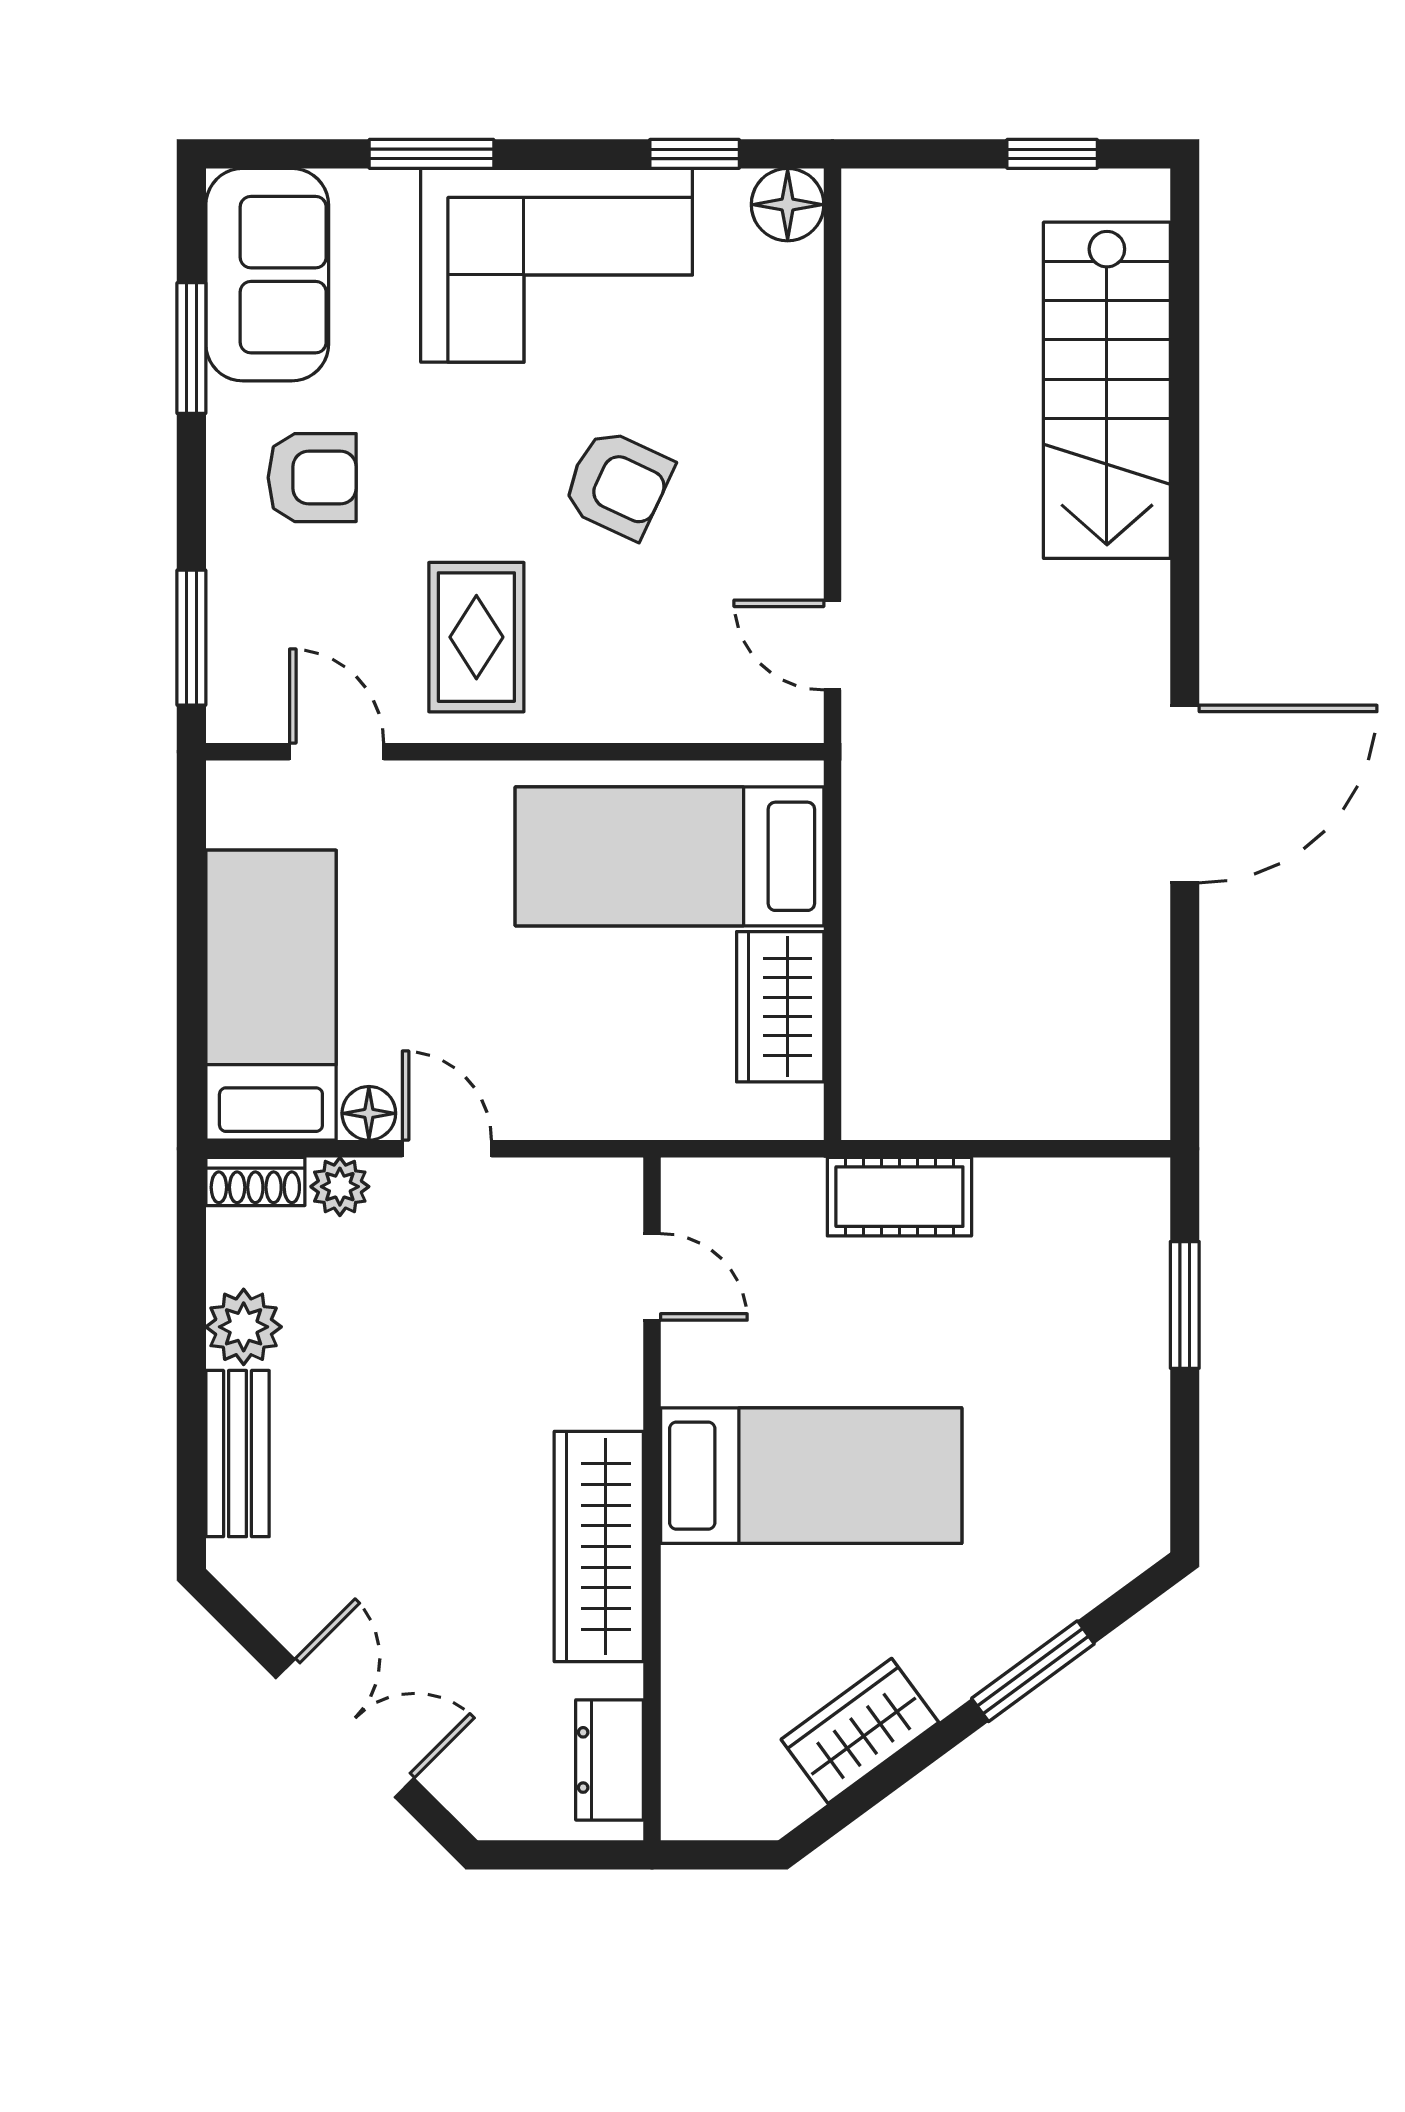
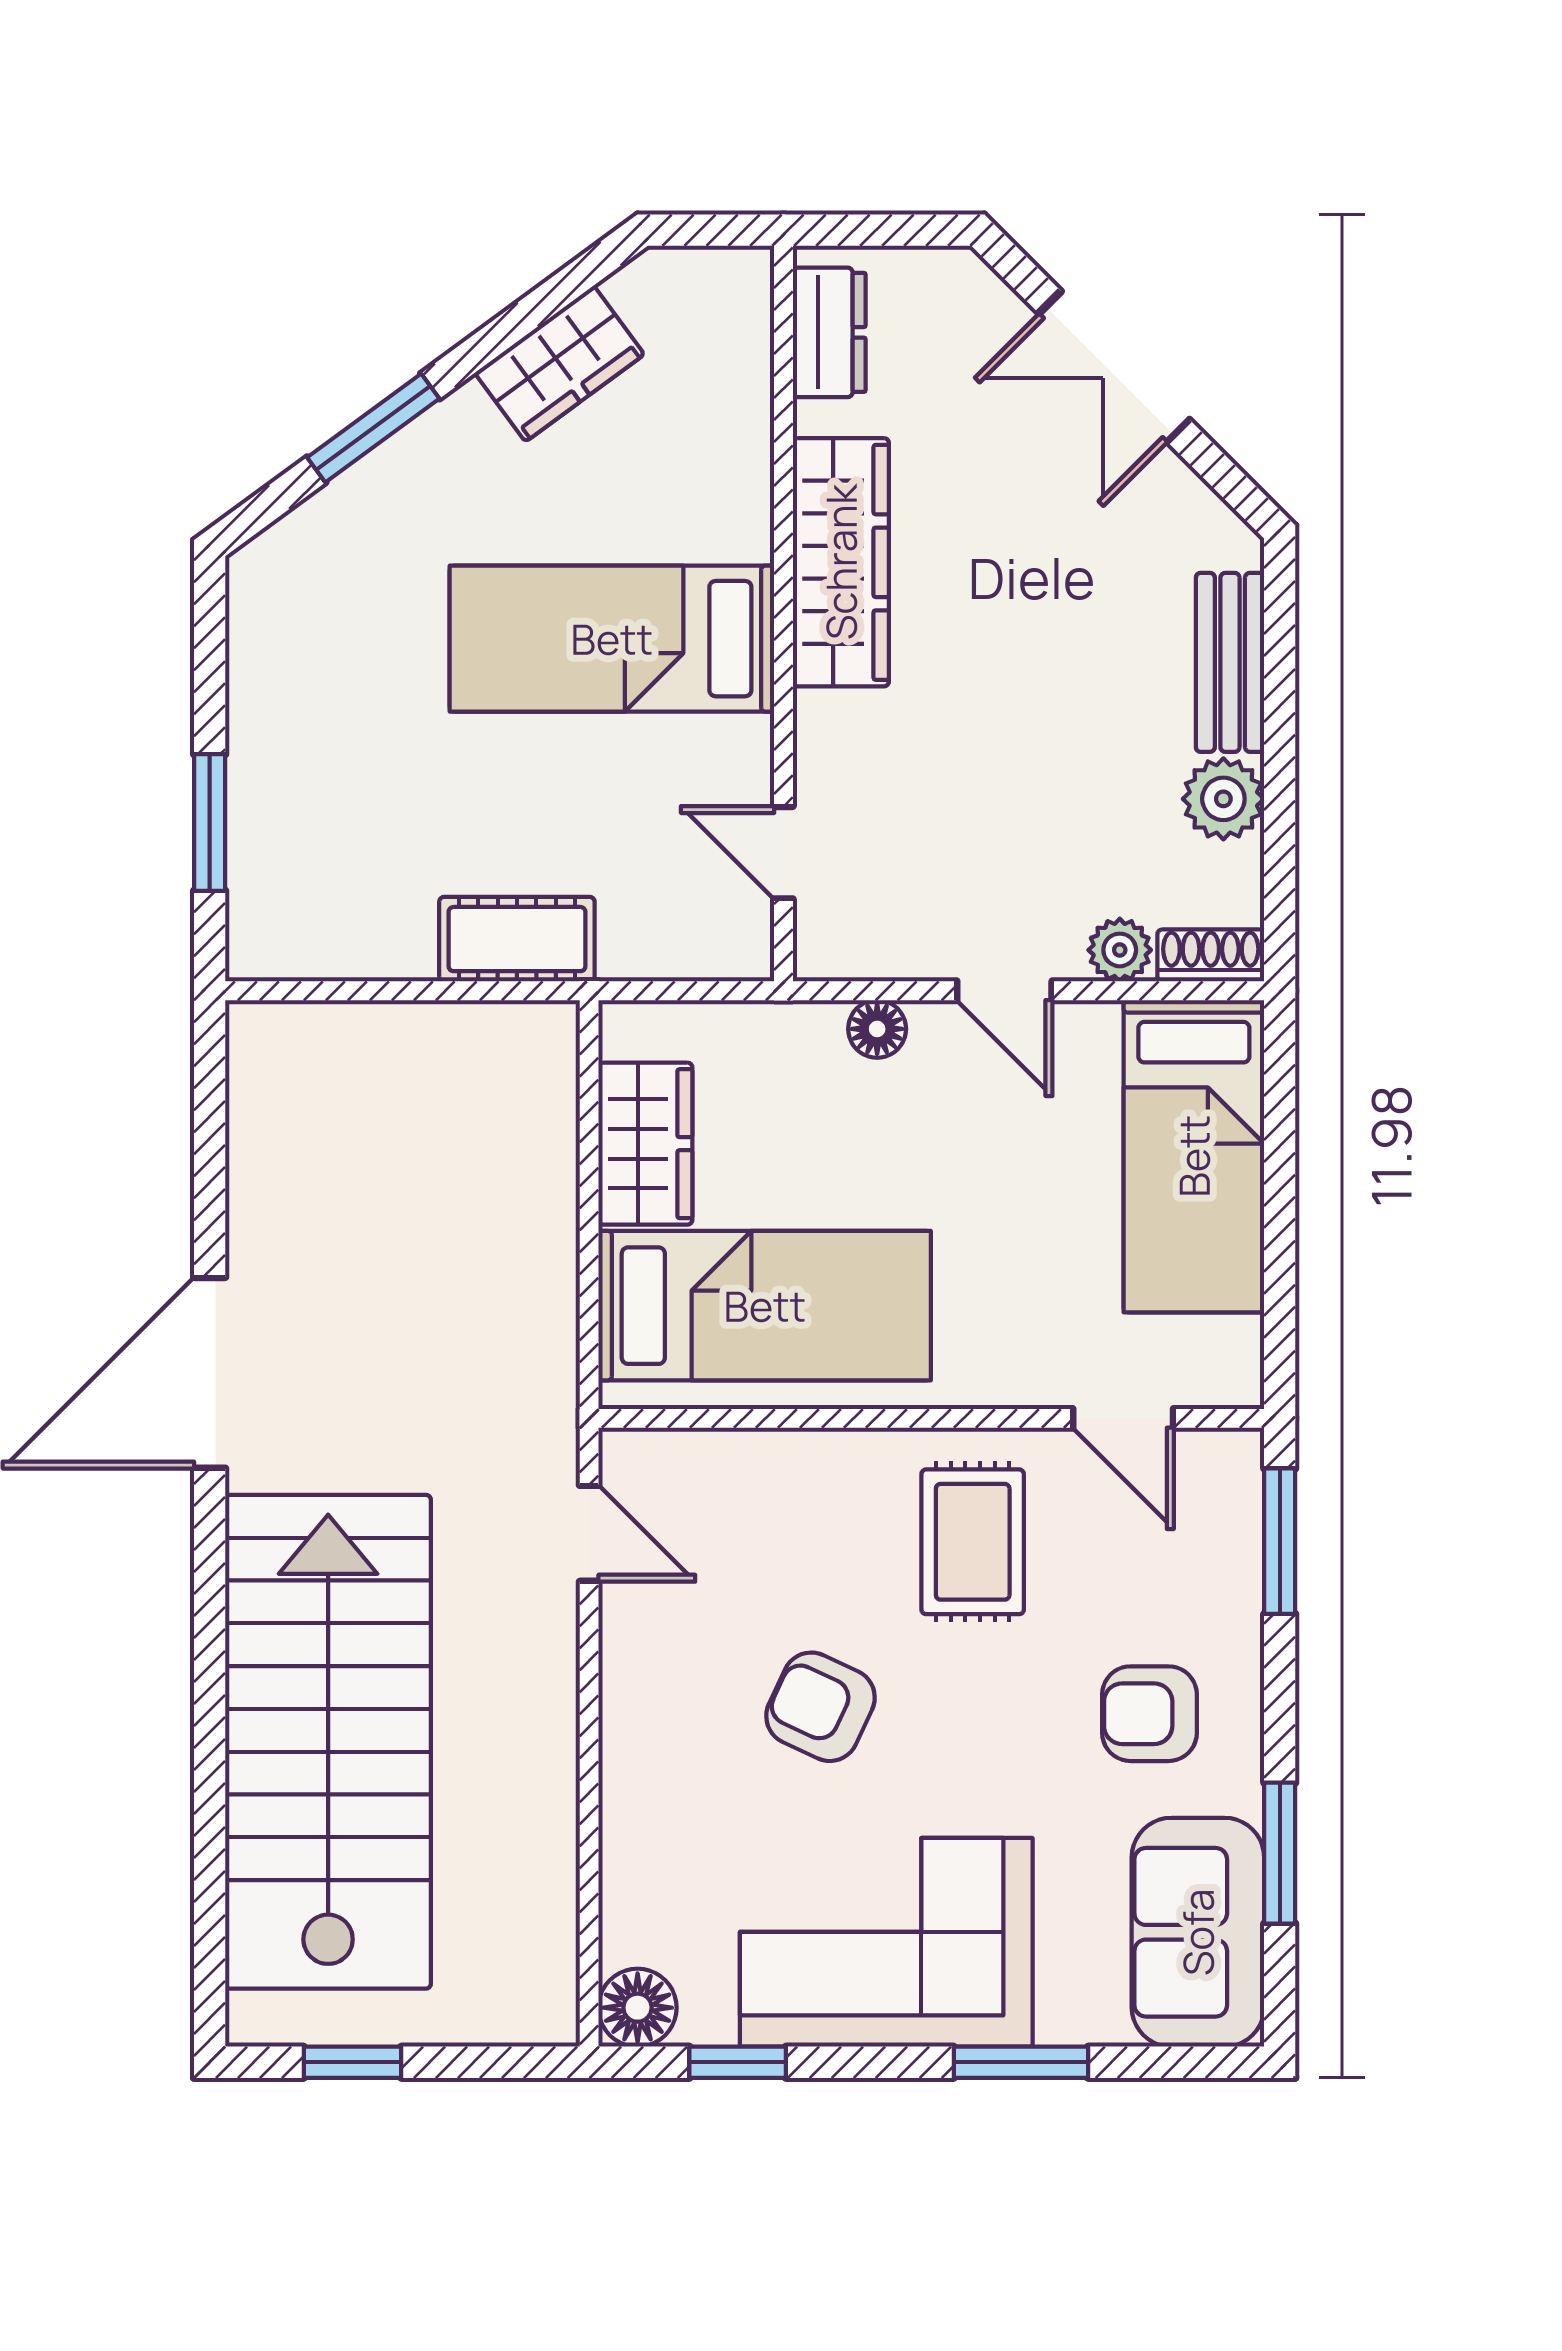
stairs: (1107, 390) -> (328, 1742), width x1.36, depth x1.51
floor lamp: (369, 1113) -> (877, 1029), moved

